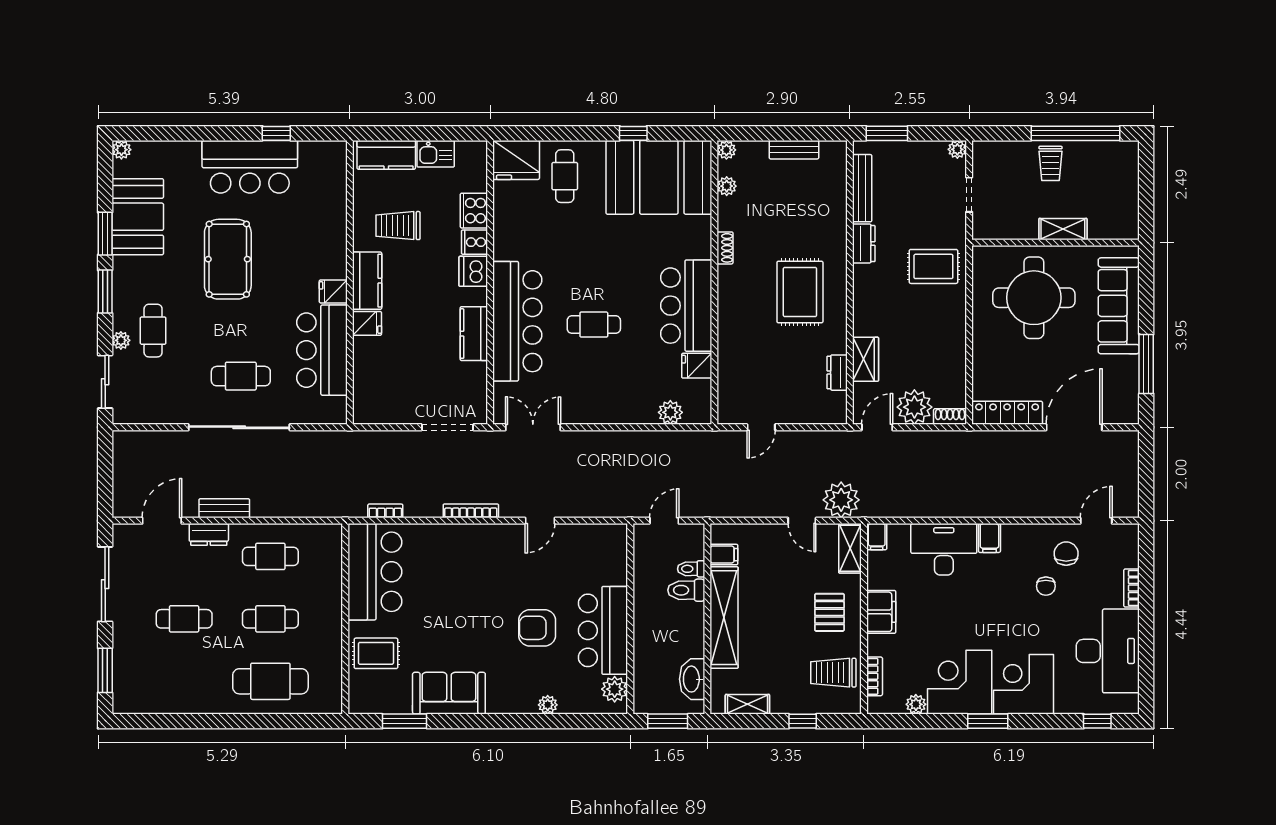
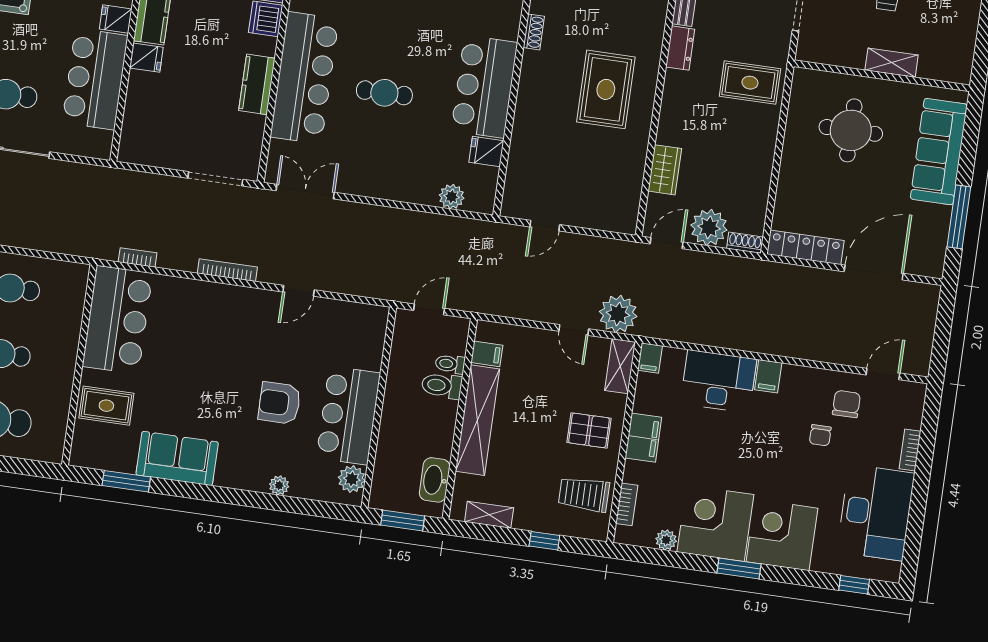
round table: (1034, 298) -> (851, 130), width x0.73, depth x0.73
dresser: (837, 373) -> (633, 180), removed
pallet: (829, 612) -> (589, 430), turned 90

